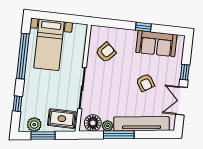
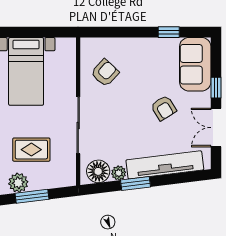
window: (143, 27) -> (169, 32), moved
sofa: (156, 44) -> (195, 64), moved, turned 90
rug: (62, 119) -> (31, 150), moved
window: (119, 135) -> (135, 184), width x0.69

